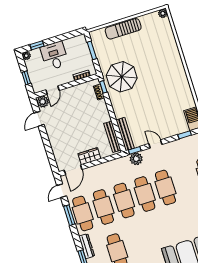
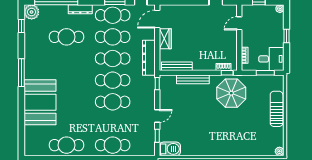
window: (37, 45) -> (287, 36), moved
desk: (54, 56) -> (271, 59), moved
door: (53, 90) -> (239, 23), hinge flipped
plant: (43, 102) -> (231, 10), removed
bench: (125, 134) -> (193, 79), moved
door: (155, 144) -> (157, 116), moved
plant: (136, 159) -> (149, 82), removed
dresser: (113, 166) -> (149, 58), added
door: (73, 170) -> (157, 19), hinge flipped

